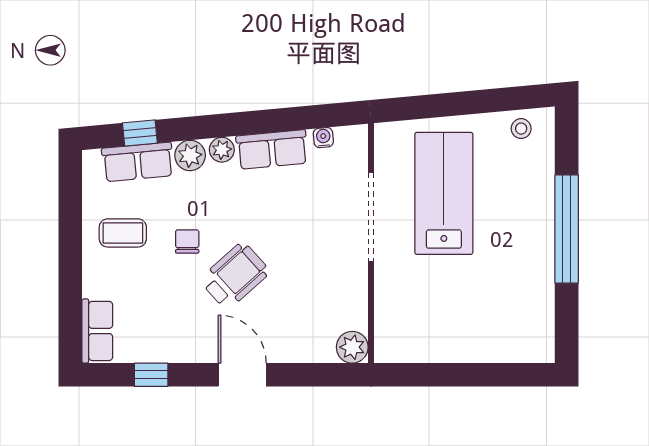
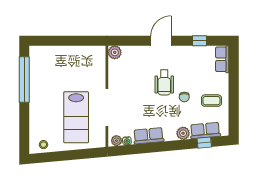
plant: (222, 150) -> (117, 141), moved
window: (567, 229) -> (24, 79), moved
wheelchair: (235, 276) -> (164, 82), turned -48
door: (242, 375) -> (161, 41), swing flipped

